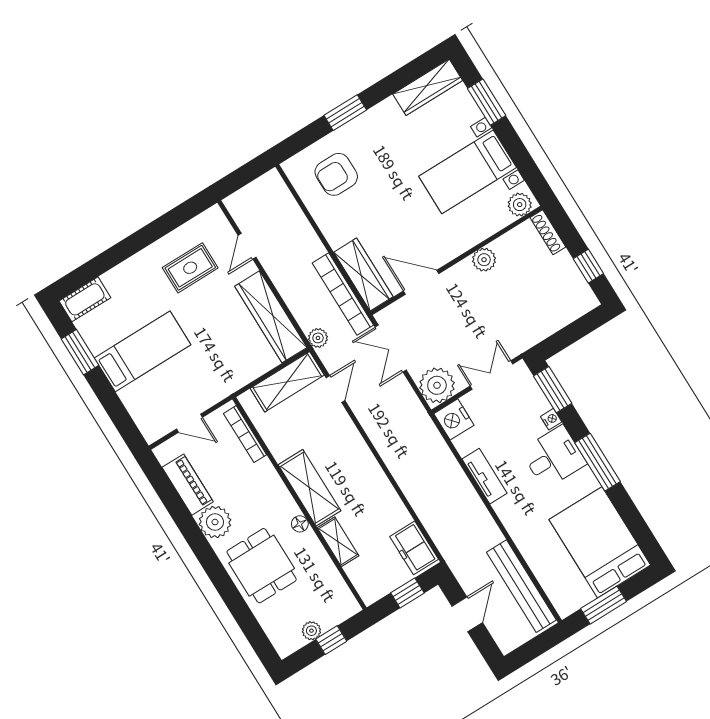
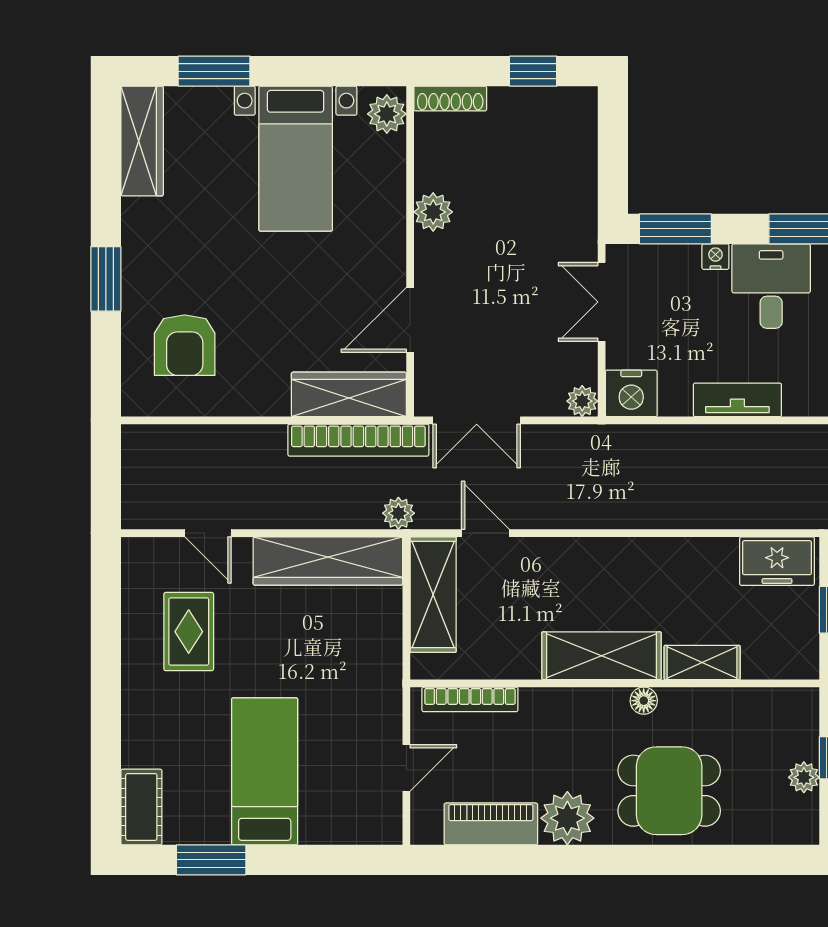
plant: (437, 385) -> (582, 401), width x0.53, depth x0.53

